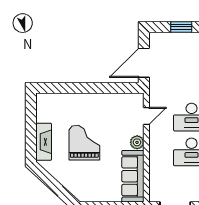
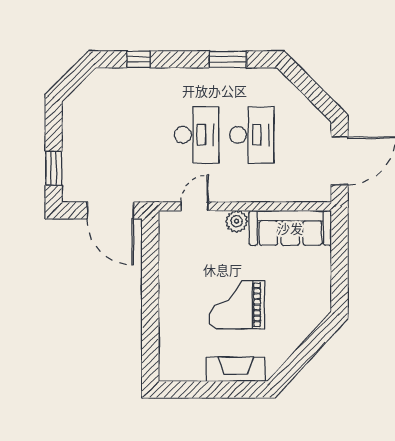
window: (181, 27) -> (54, 168), moved
door: (146, 116) -> (195, 206), hinge flipped

